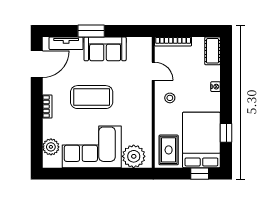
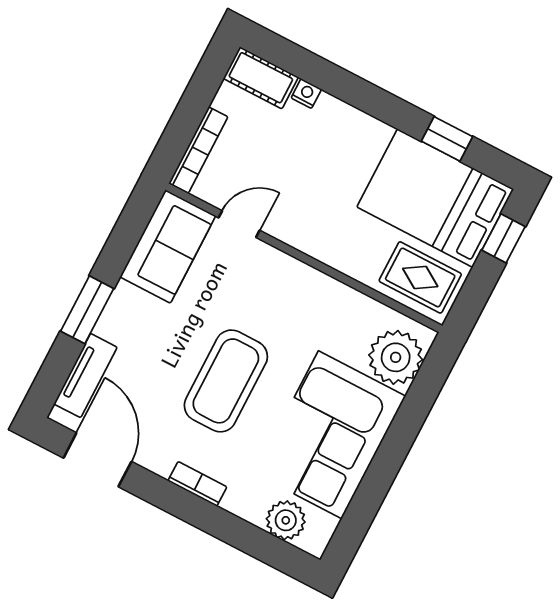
sofa: (105, 49) -> (168, 246), moved
nightstand: (216, 87) -> (306, 93), moved
stool: (170, 98) -> (313, 218), removed

